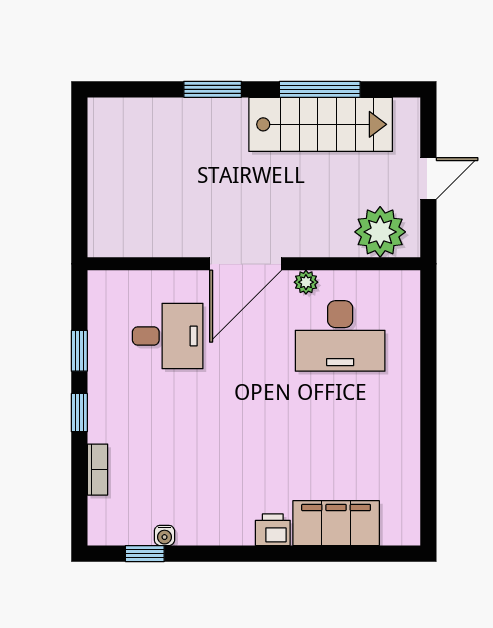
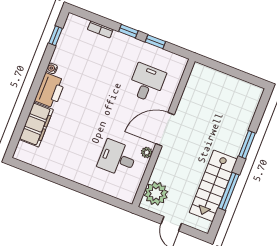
door: (246, 264) -> (165, 129), hinge flipped
desk: (168, 336) -> (147, 83), turned 180
desk: (340, 336) -> (117, 158), width x0.73
printer: (273, 530) -> (50, 90), width x1.87, depth x1.48
water cooler: (164, 535) -> (52, 68), moved

